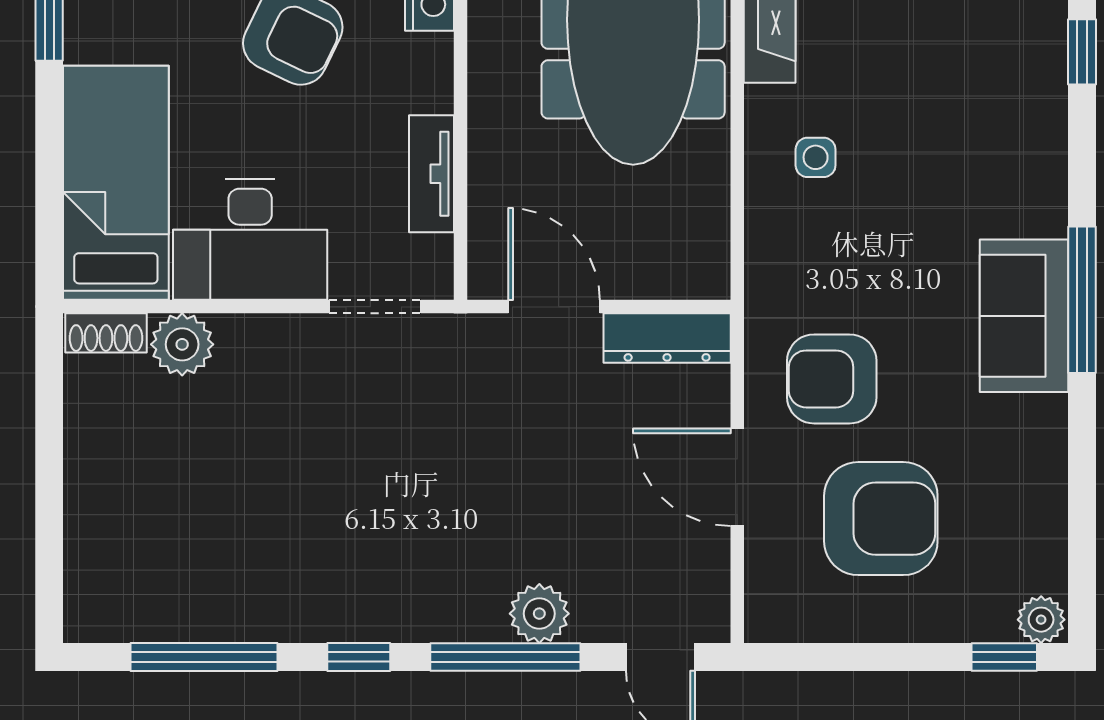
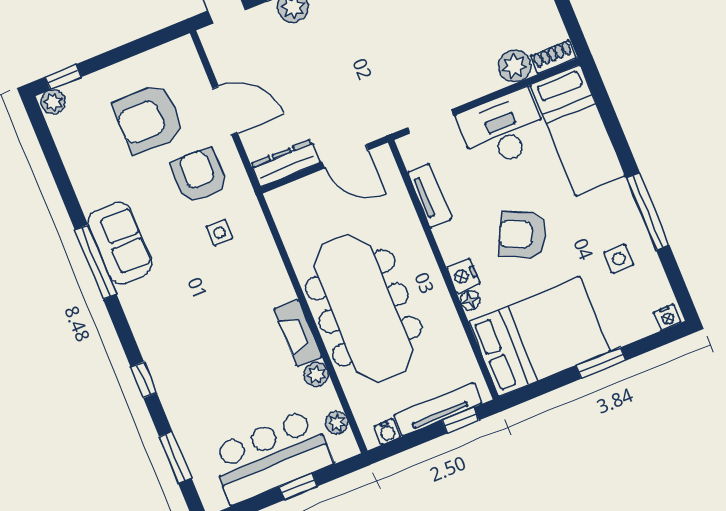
side table: (816, 157) -> (219, 233), moved
armchair: (832, 379) -> (199, 176), turned -90

